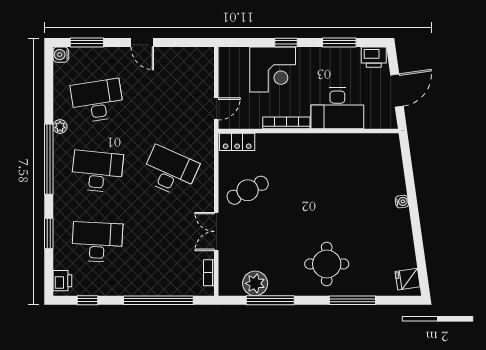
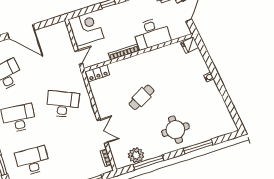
door: (142, 42) -> (21, 31), width x1.87
corner desk: (273, 70) -> (86, 29), moved, turned -90
cafe table: (248, 190) -> (142, 97), moved
double door: (216, 231) -> (102, 131), swing flipped
fridge: (408, 279) -> (190, 45), moved

